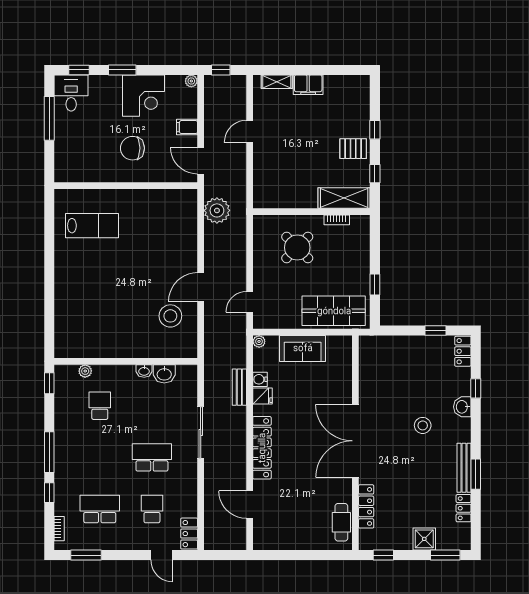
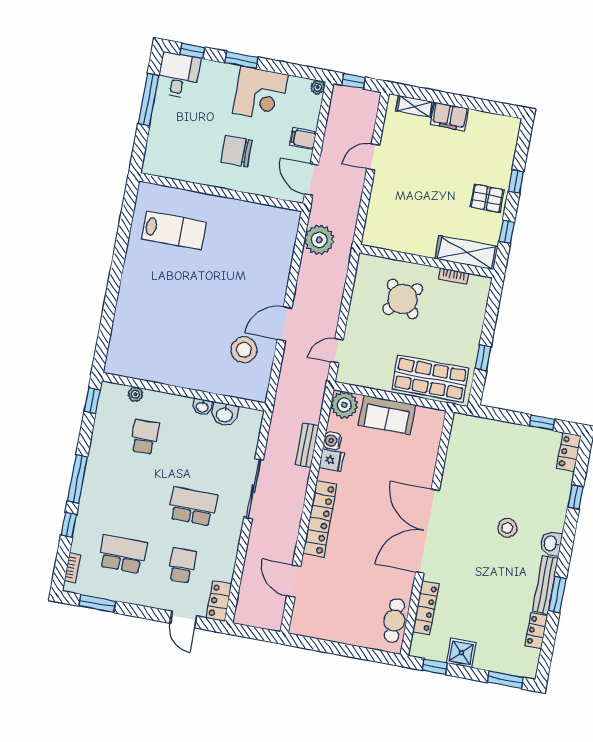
plant: (259, 341) -> (344, 405), width x1.88, depth x1.88
washbasin: (462, 407) -> (551, 544), moved
shower: (424, 539) -> (461, 653), moved

